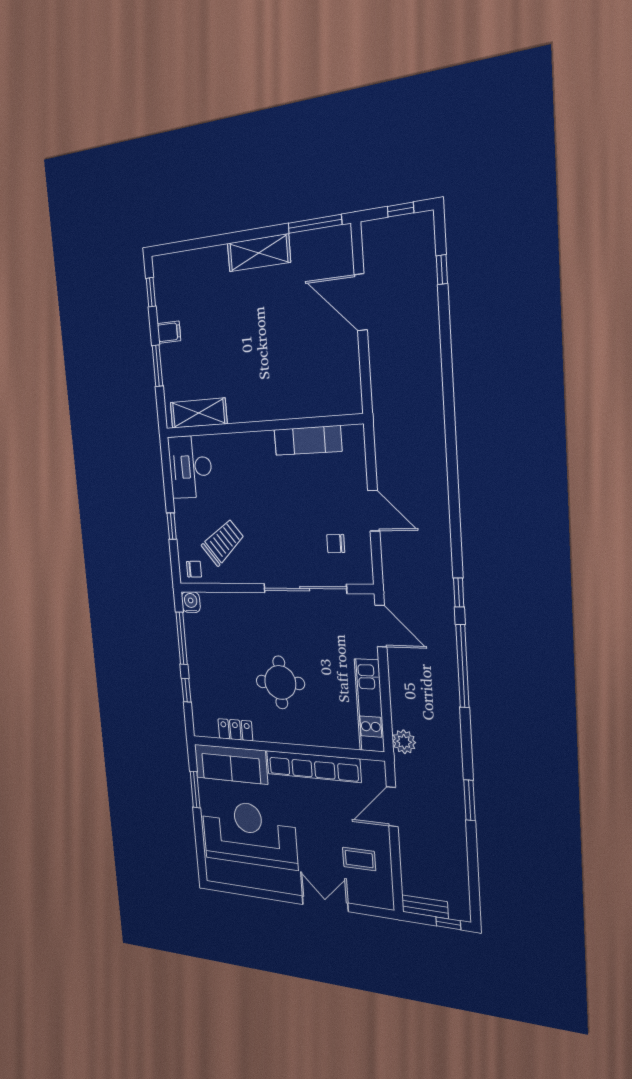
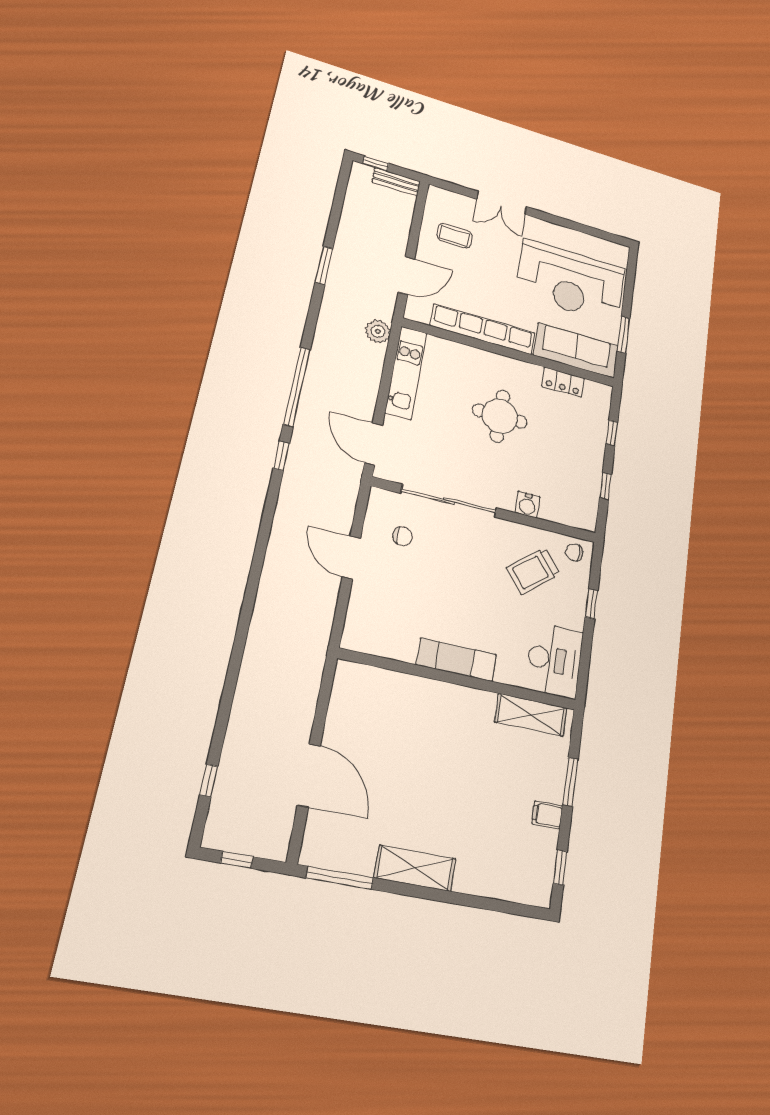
exam couch: (308, 440) -> (456, 660), moved
water cooler: (191, 602) -> (527, 505), moved
window: (182, 638) -> (606, 486), width x0.46

